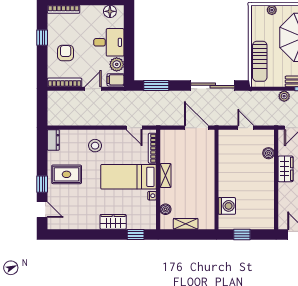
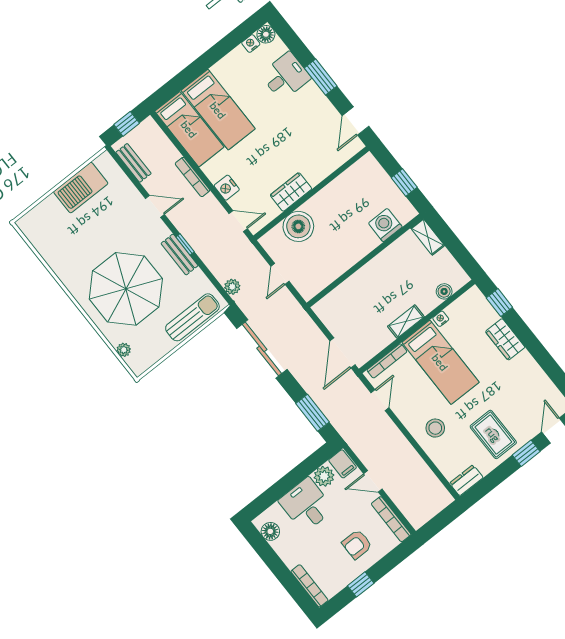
plant: (284, 96) -> (232, 287), moved
door: (196, 128) -> (342, 353), moved
boiler: (268, 153) -> (298, 226), width x1.86, depth x1.86
shelving: (186, 224) -> (428, 237), moved

